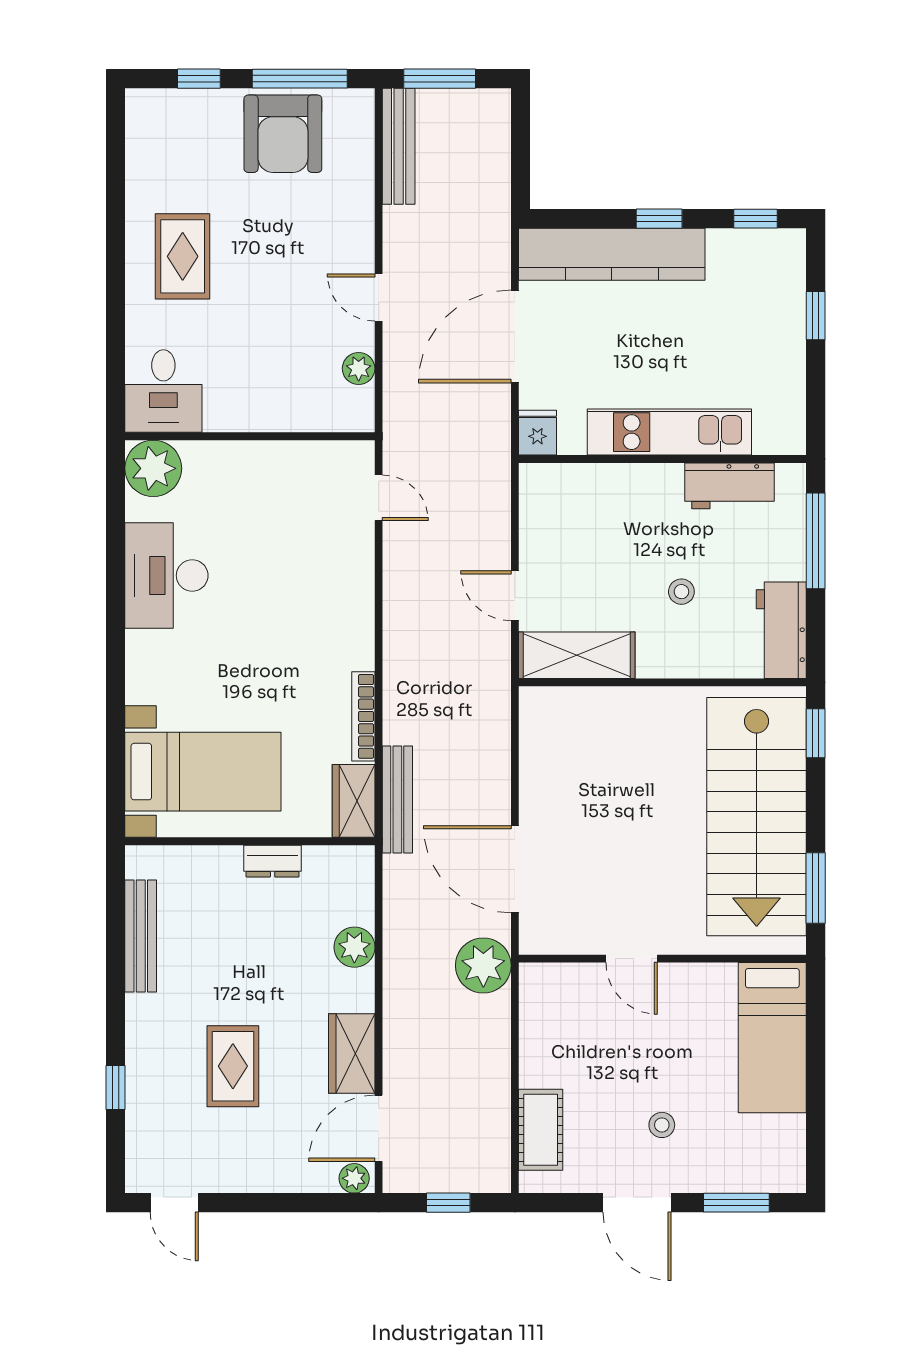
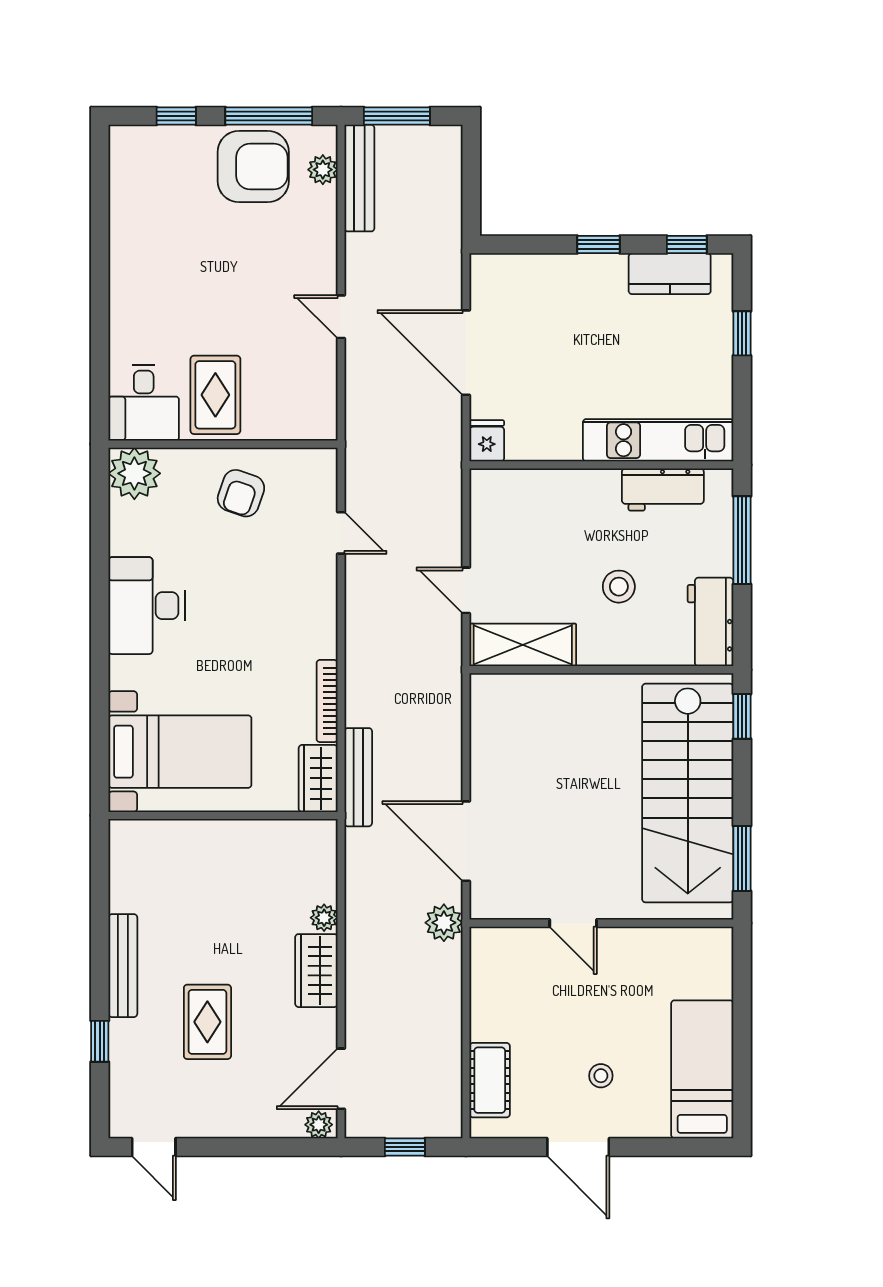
armchair: (283, 134) -> (253, 167), turned -90
kitchen counter: (612, 254) -> (670, 274), moved, width x0.48, depth x0.86
rug: (183, 256) -> (215, 395), moved
door: (515, 336) -> (466, 353), hinge flipped
plant: (359, 369) -> (323, 170), moved
kitchen unit: (669, 432) -> (658, 440), moved
armchair: (269, 490) -> (241, 493), added
door: (379, 498) -> (341, 533), moved
desk: (166, 575) -> (146, 606), moved
stool: (681, 592) -> (619, 587), width x1.37, depth x1.37
dresser: (273, 861) -> (244, 834), removed
bench: (141, 936) -> (123, 966), moved
plant: (354, 947) -> (324, 918), width x0.73, depth x0.73
plant: (483, 966) -> (444, 923), width x0.73, depth x0.73
bed: (772, 1038) -> (702, 1069), moved, turned 180
wardrobe: (352, 1054) -> (316, 971), moved
window: (736, 1203) -> (669, 1147), removed

